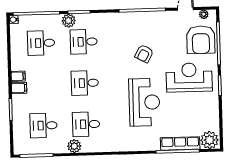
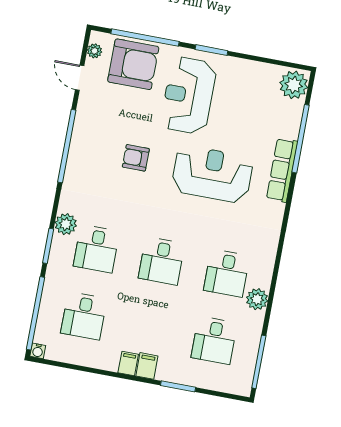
plant: (69, 21) -> (66, 224), moved
armchair: (144, 54) -> (136, 158), turned 151
row of seats: (180, 143) -> (282, 170), moved

